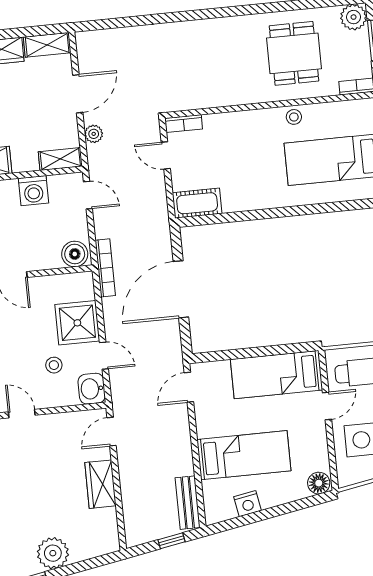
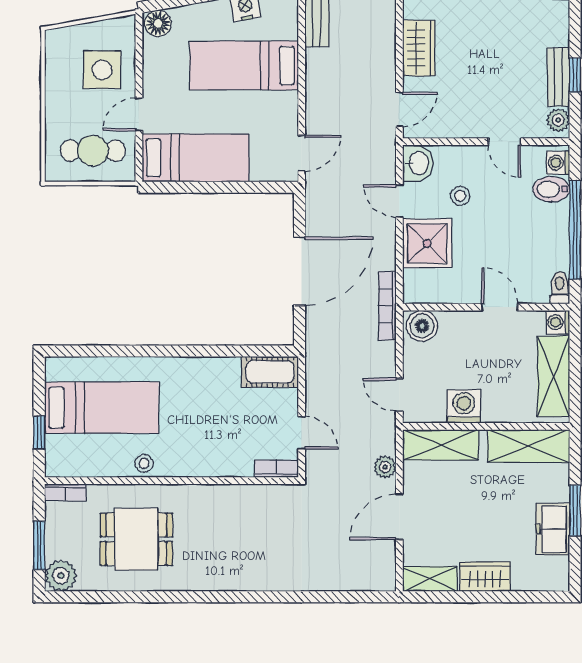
dining table: (294, 53) -> (136, 539), turned 90
shelving: (60, 159) -> (441, 445), width x1.50, depth x1.33

